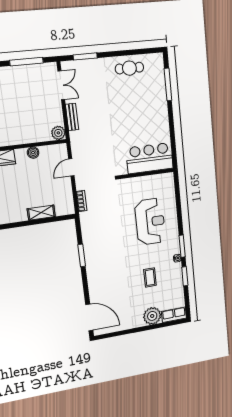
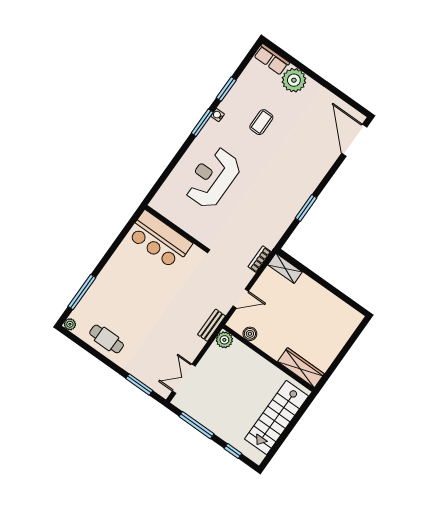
plant: (159, 58) -> (70, 324), added
bench: (72, 117) -> (212, 325), moved
boiler: (33, 153) -> (250, 334), moved
shelving: (41, 213) -> (285, 268), moved

